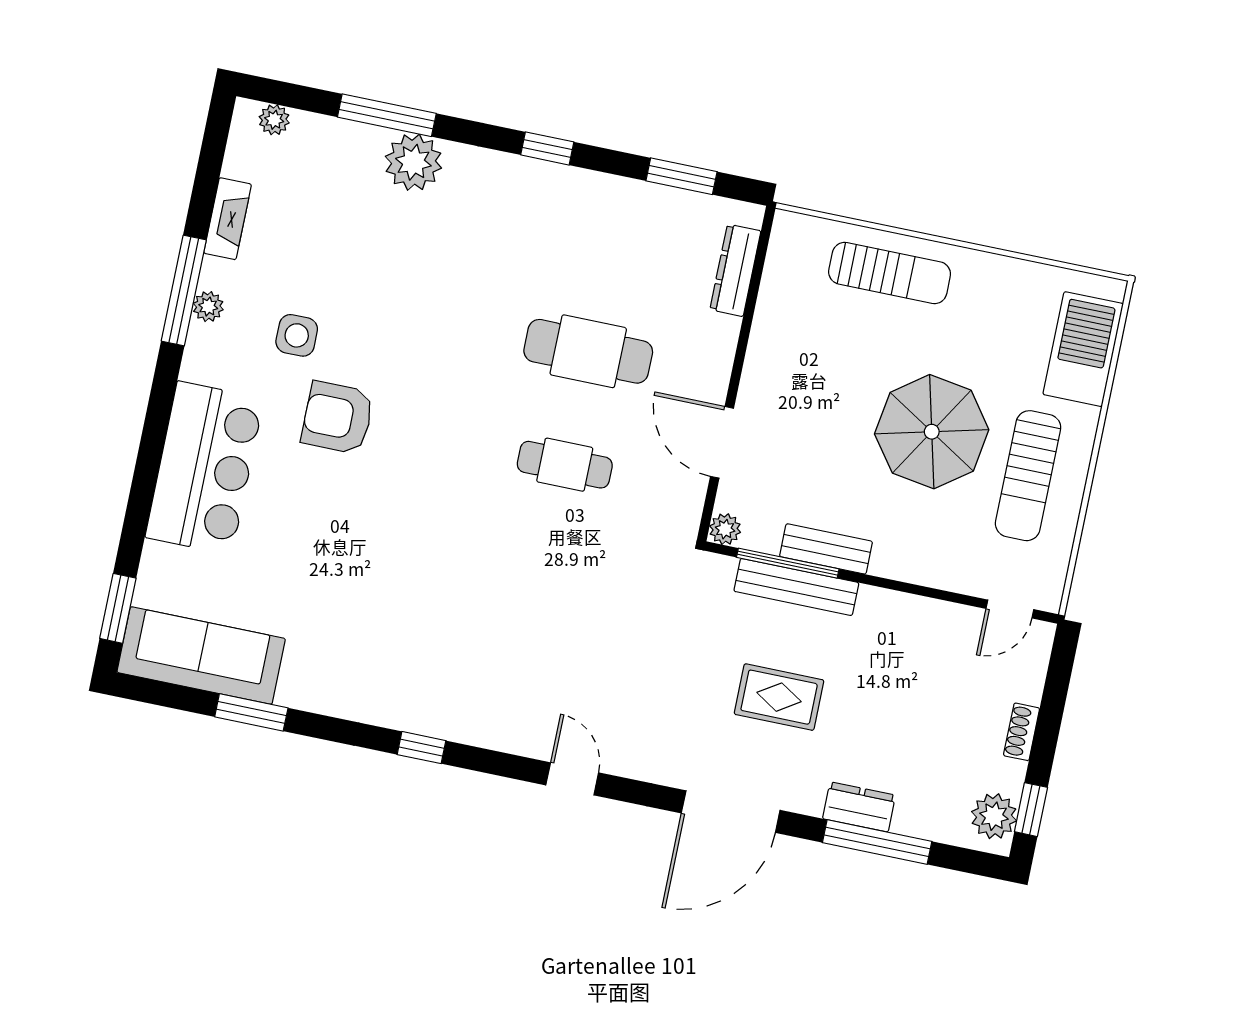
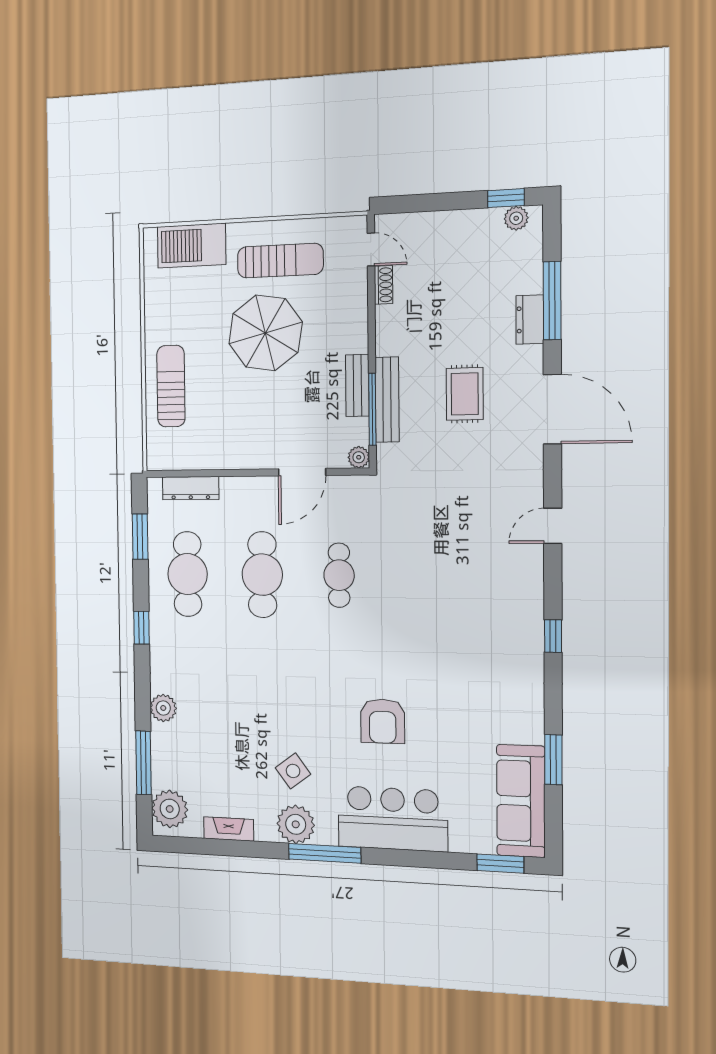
window: (387, 115) -> (144, 763), moved
plant: (274, 120) -> (170, 809), width x1.87, depth x1.87
plant: (413, 162) -> (163, 708), width x0.73, depth x0.73
cafe table: (612, 238) -> (188, 574), added
window: (184, 290) -> (325, 853), moved
plant: (208, 307) -> (296, 824), width x1.87, depth x1.87
side table: (297, 335) -> (293, 771), turned -37
armchair: (338, 418) -> (383, 721), moved
shoe rack: (1022, 732) -> (384, 285), moved, turned -90
plant: (994, 816) -> (516, 218), width x0.73, depth x0.73

